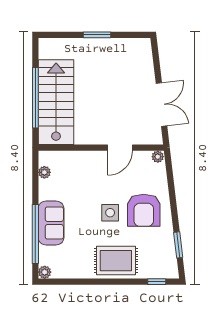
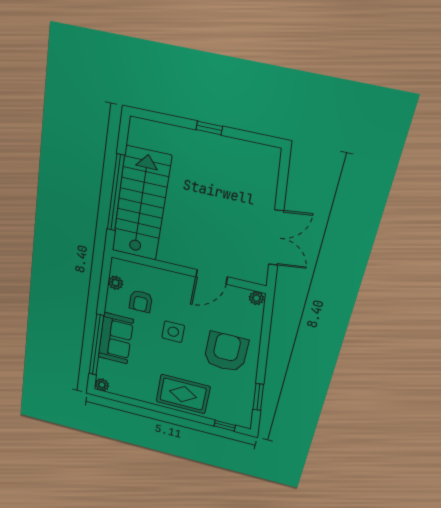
window: (97, 35) -> (209, 128), width x0.67
armchair: (67, 183) -> (141, 301), added
armchair: (144, 210) -> (226, 352), turned 180
side table: (110, 213) -> (173, 332), moved

